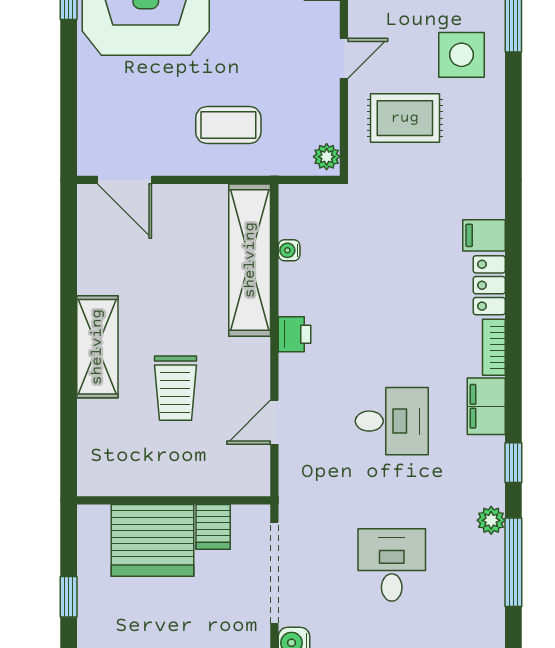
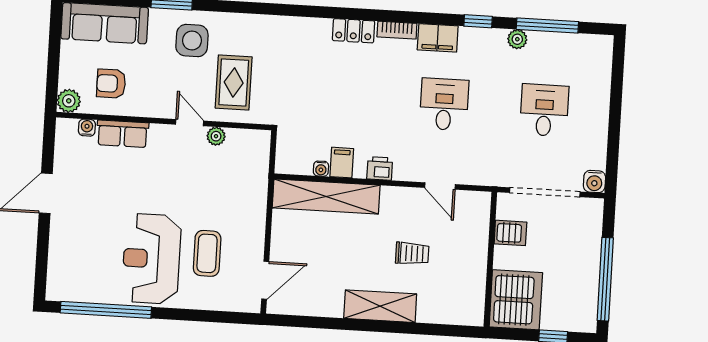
coffee table: (228, 125) -> (207, 253), moved
plant: (327, 157) -> (216, 136), moved
filing cabinet: (484, 235) -> (342, 163), moved, turned 180
trolley: (175, 388) -> (412, 253), width x0.73, depth x0.72
server rack: (152, 540) -> (516, 300), moved
desk: (392, 565) -> (544, 110), turned 90

